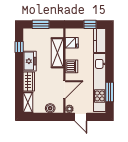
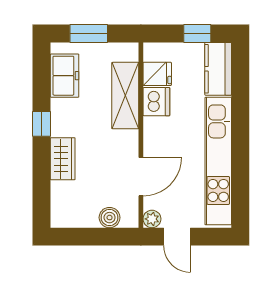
window: (19, 47) -> (42, 124), moved
freezer: (30, 61) -> (65, 76), moved
dishwasher: (71, 66) -> (156, 102), moved
window: (110, 92) -> (240, 182), removed
shelving: (28, 102) -> (61, 205), removed

